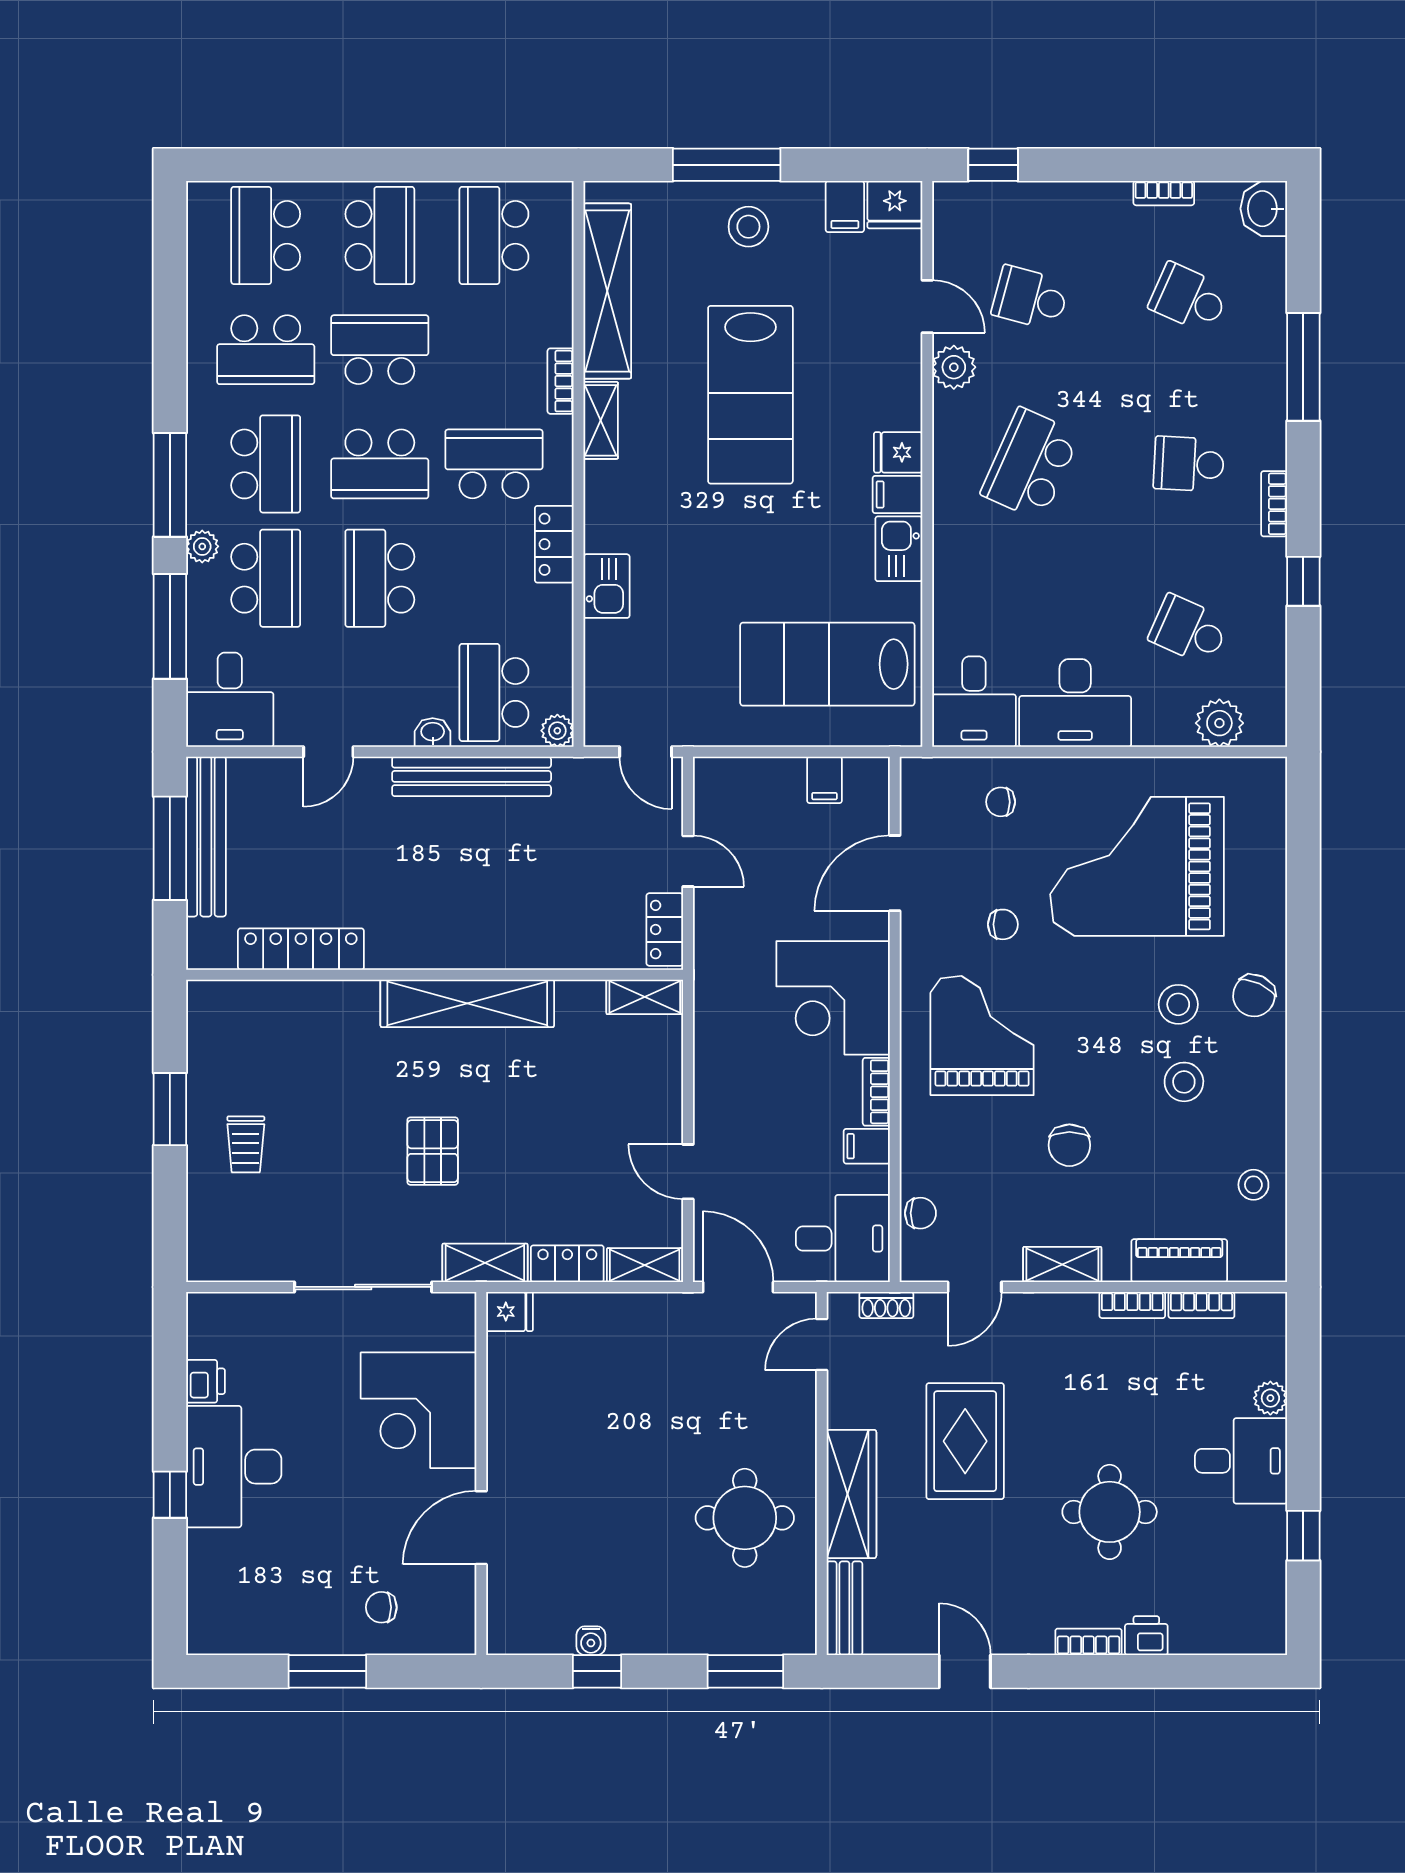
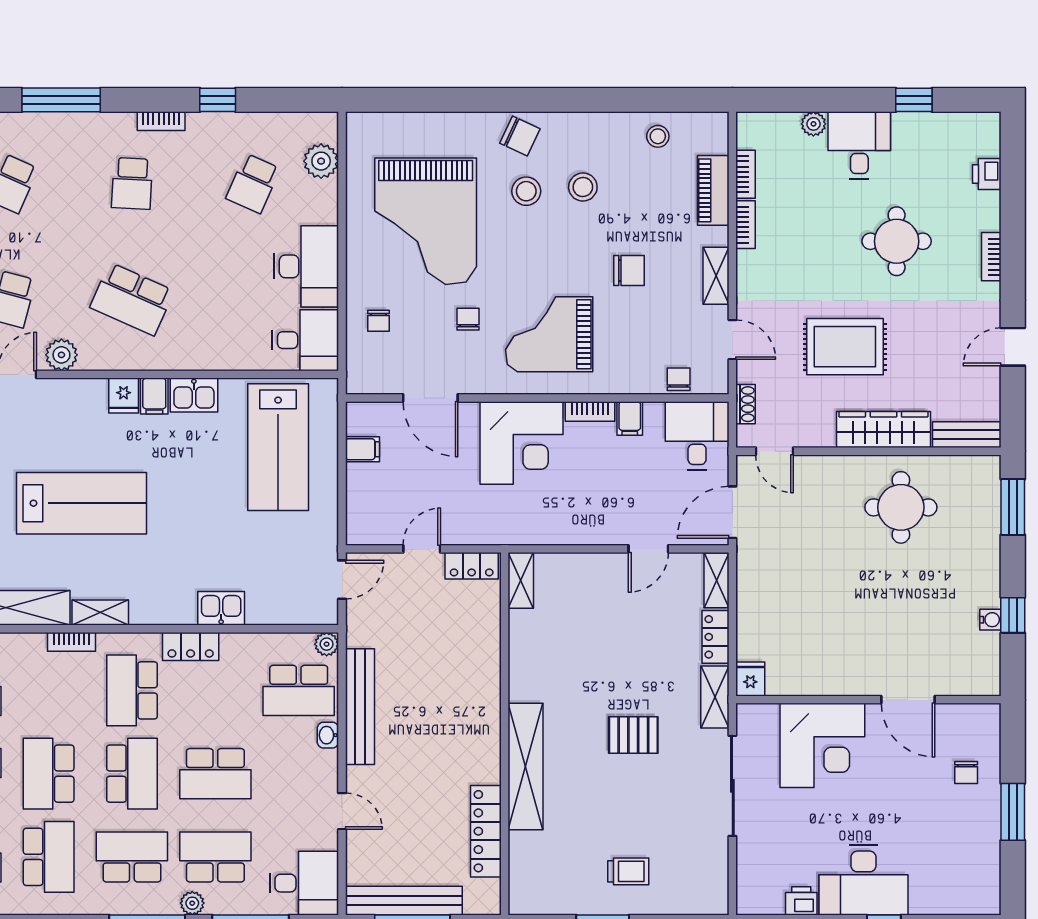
shelving: (467, 1003) -> (526, 767), moved
printer: (1146, 1636) -> (987, 174), moved

